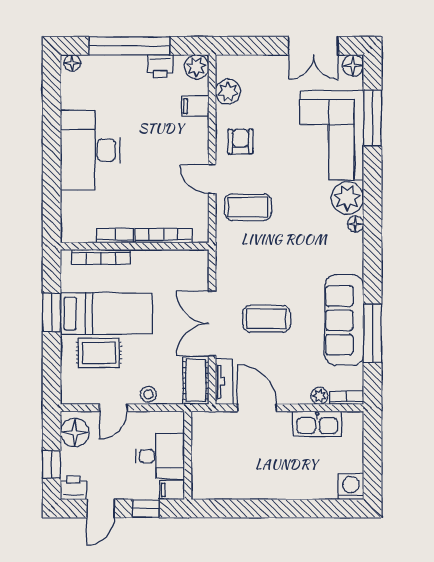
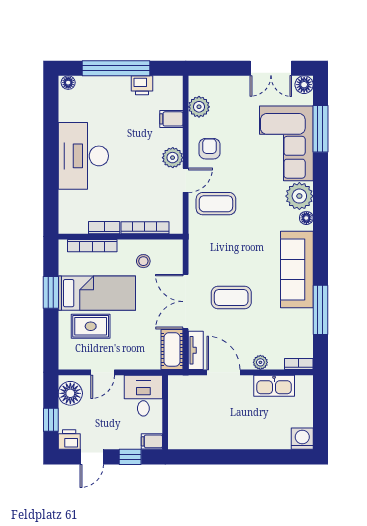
plant: (196, 67) -> (173, 158), moved
door: (212, 179) -> (186, 180), swing flipped
sofa: (344, 320) -> (297, 270), moved
stool: (148, 394) -> (143, 261), moved
plant: (320, 396) -> (260, 362), moved
desk: (160, 456) -> (143, 396), moved, turned -90

